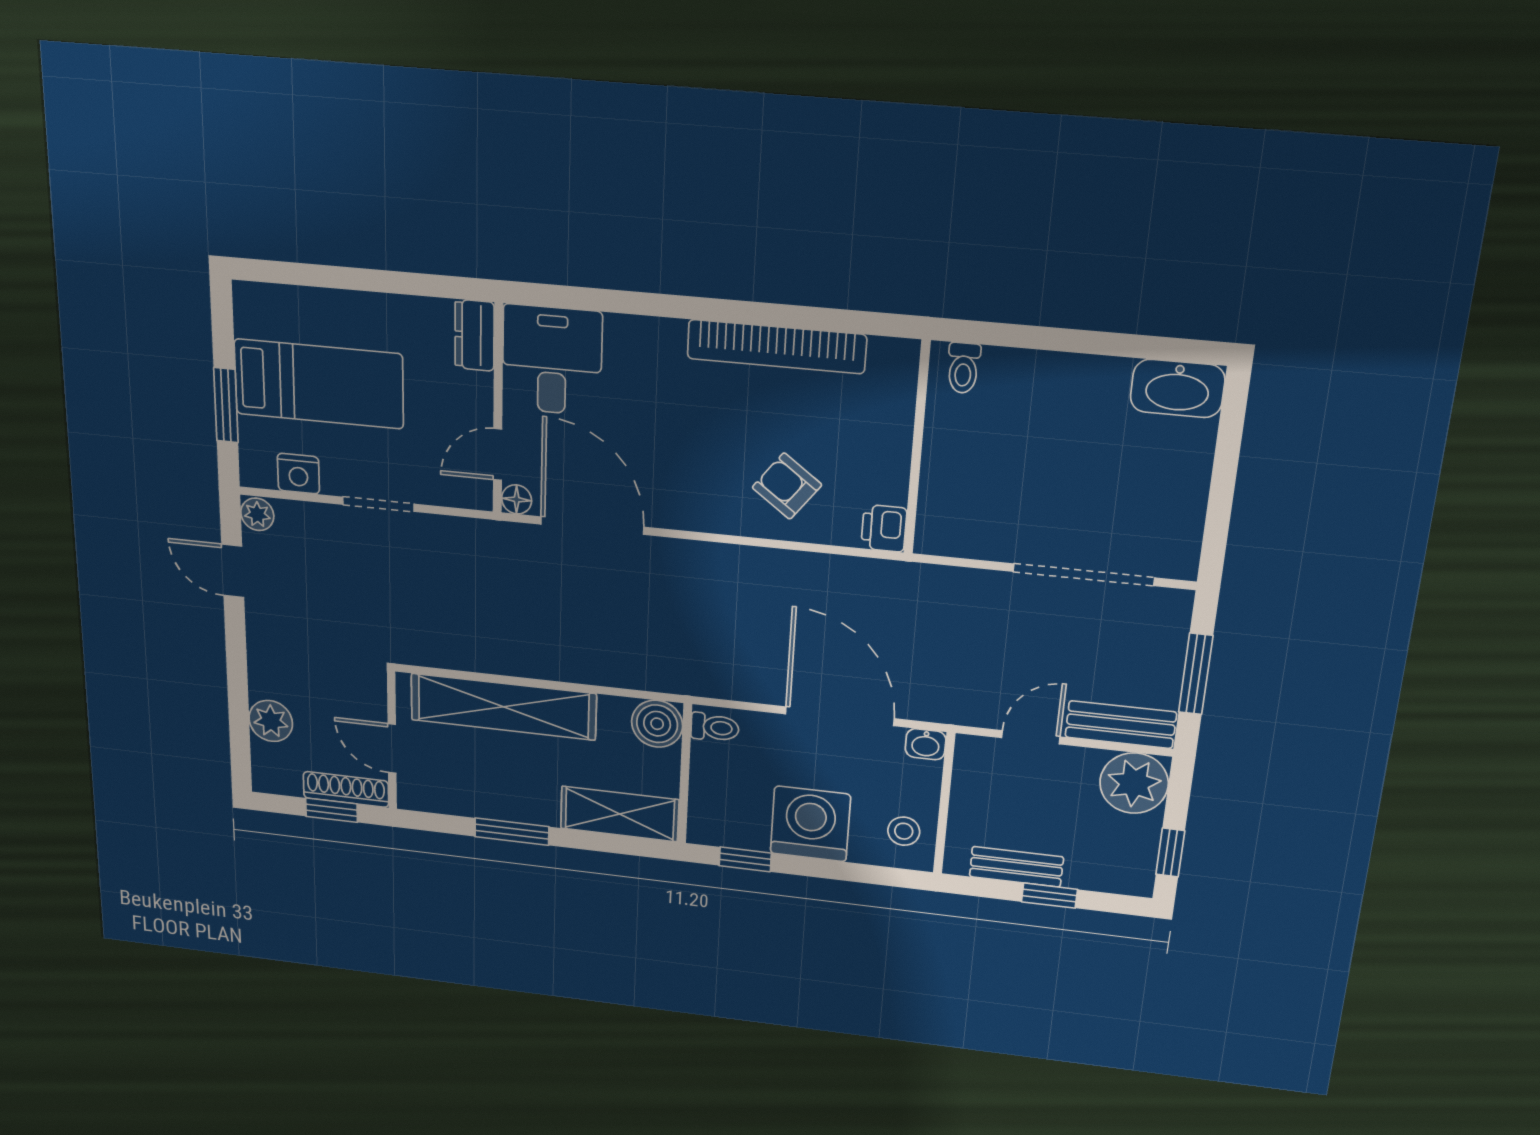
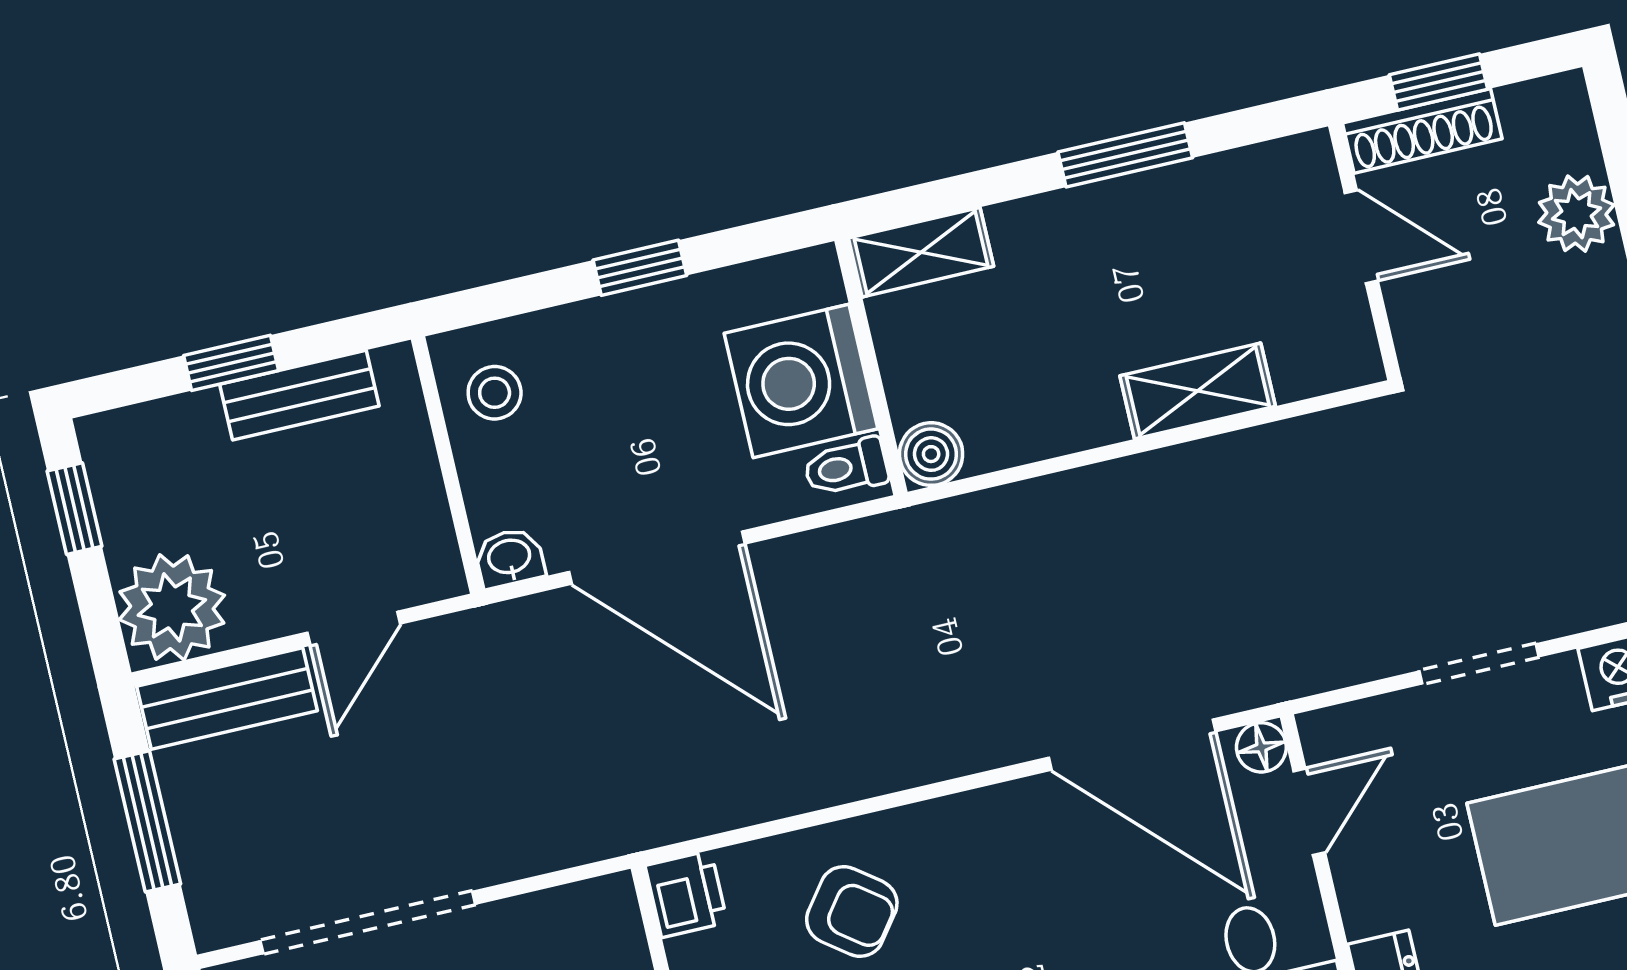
shelving: (503, 707) -> (1198, 391), width x0.45, depth x0.75
boiler: (657, 724) -> (931, 454), width x0.73, depth x0.73
shelving: (620, 814) -> (921, 252), width x0.67, depth x0.75
washing machine: (810, 824) -> (801, 381), moved, turned 90
window: (745, 859) -> (640, 268), moved

